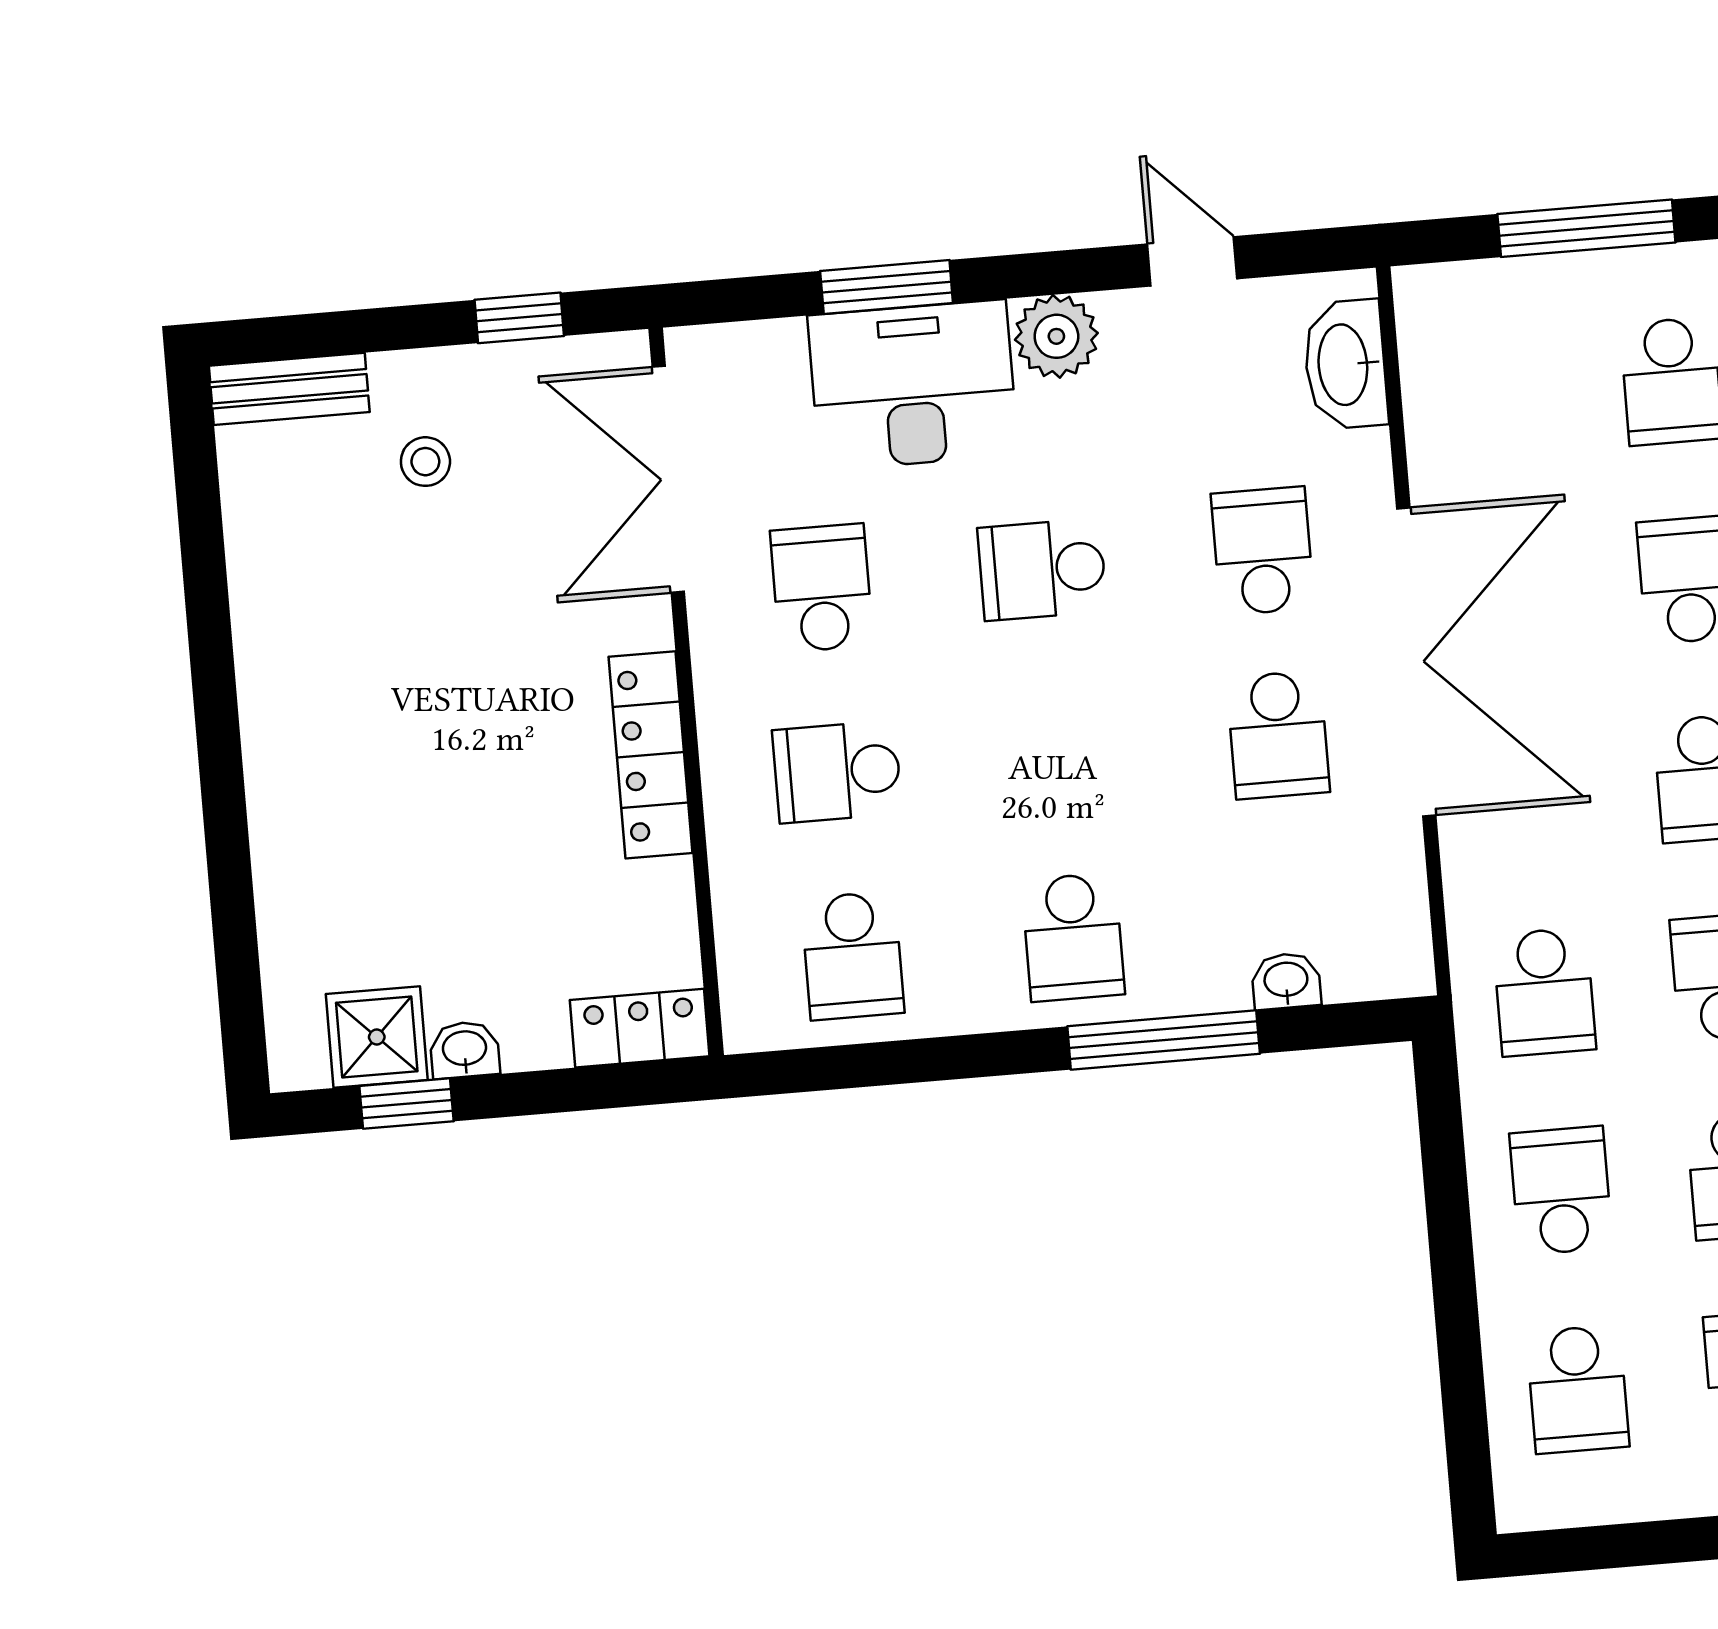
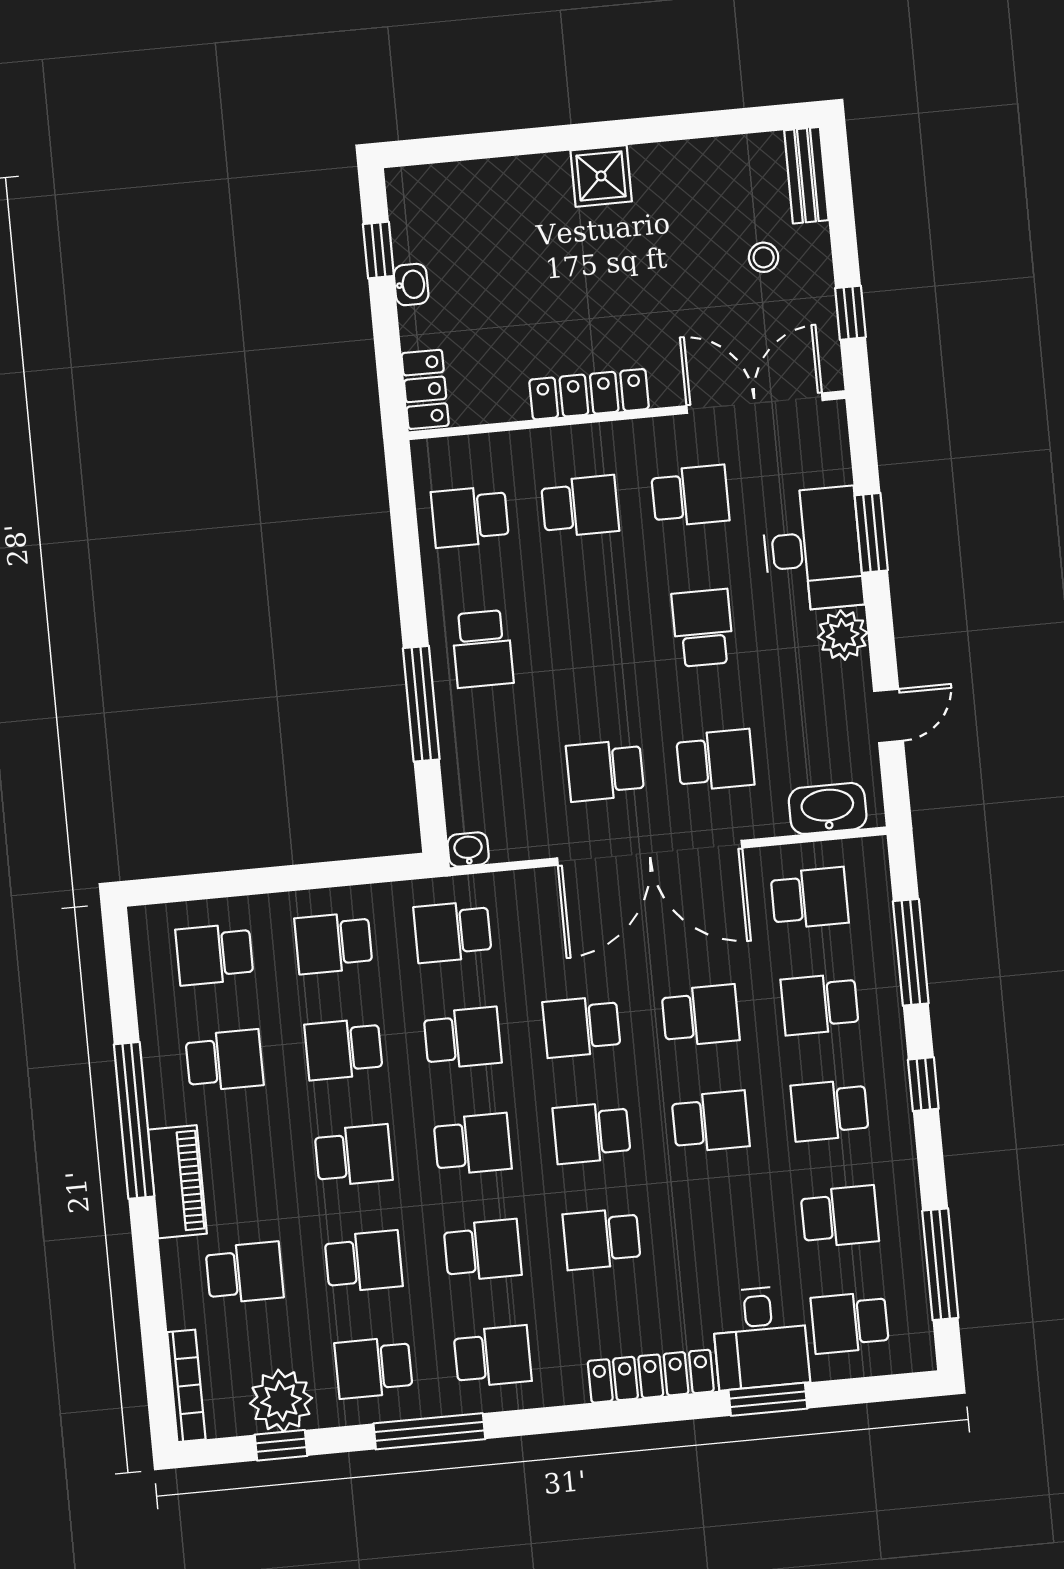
school desk: (1494, 396) -> (810, 898), added
school desk: (837, 772) -> (580, 506), turned 90
school desk: (1073, 937) -> (482, 649), turned -90
washbasin: (1286, 981) -> (468, 850), moved, turned -90
shower: (377, 1037) -> (601, 176), moved
school desk: (1561, 1191) -> (333, 943), turned 180

